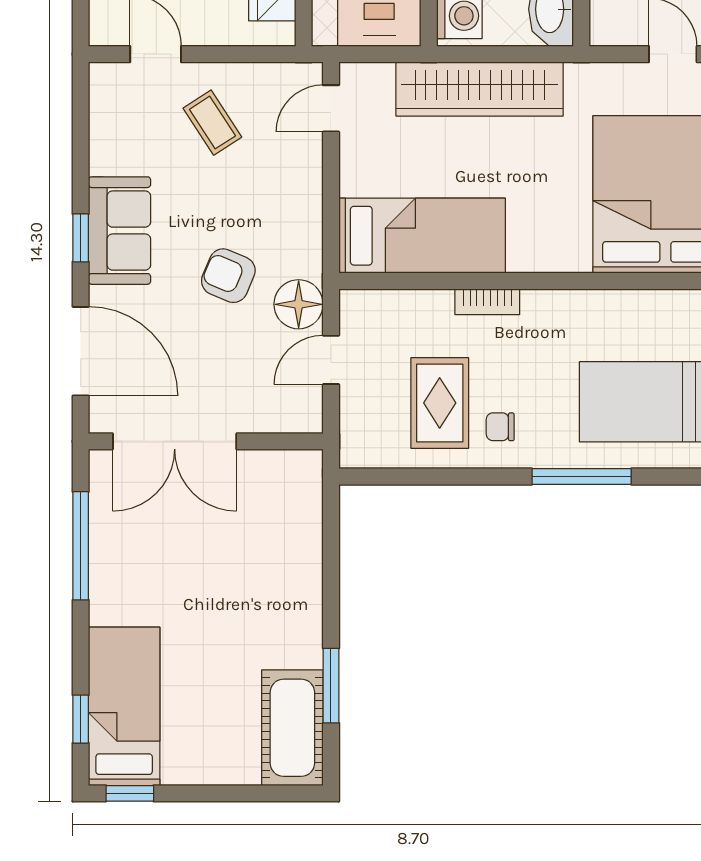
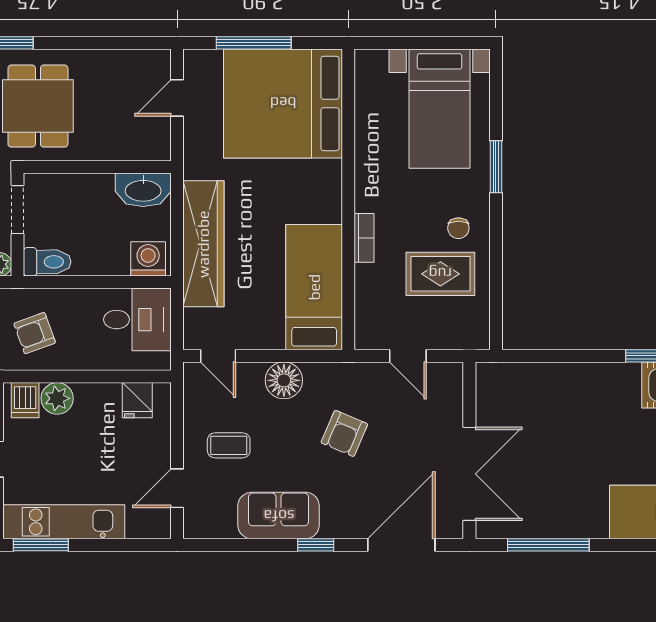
coffee table: (212, 123) -> (229, 445), turned 33
sofa: (120, 231) -> (279, 516), moved
floor lamp: (299, 304) -> (284, 380), moved
window: (582, 477) -> (496, 167), width x0.69

